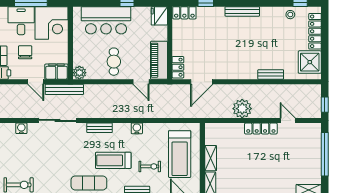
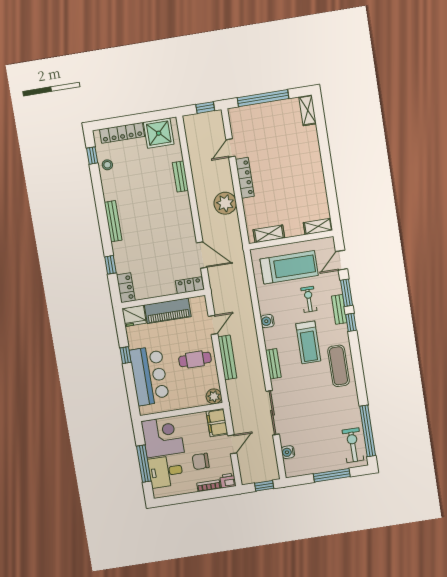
piano: (159, 60) -> (168, 311), moved
bench: (64, 89) -> (227, 357), moved
shelving: (211, 158) -> (269, 234), moved

